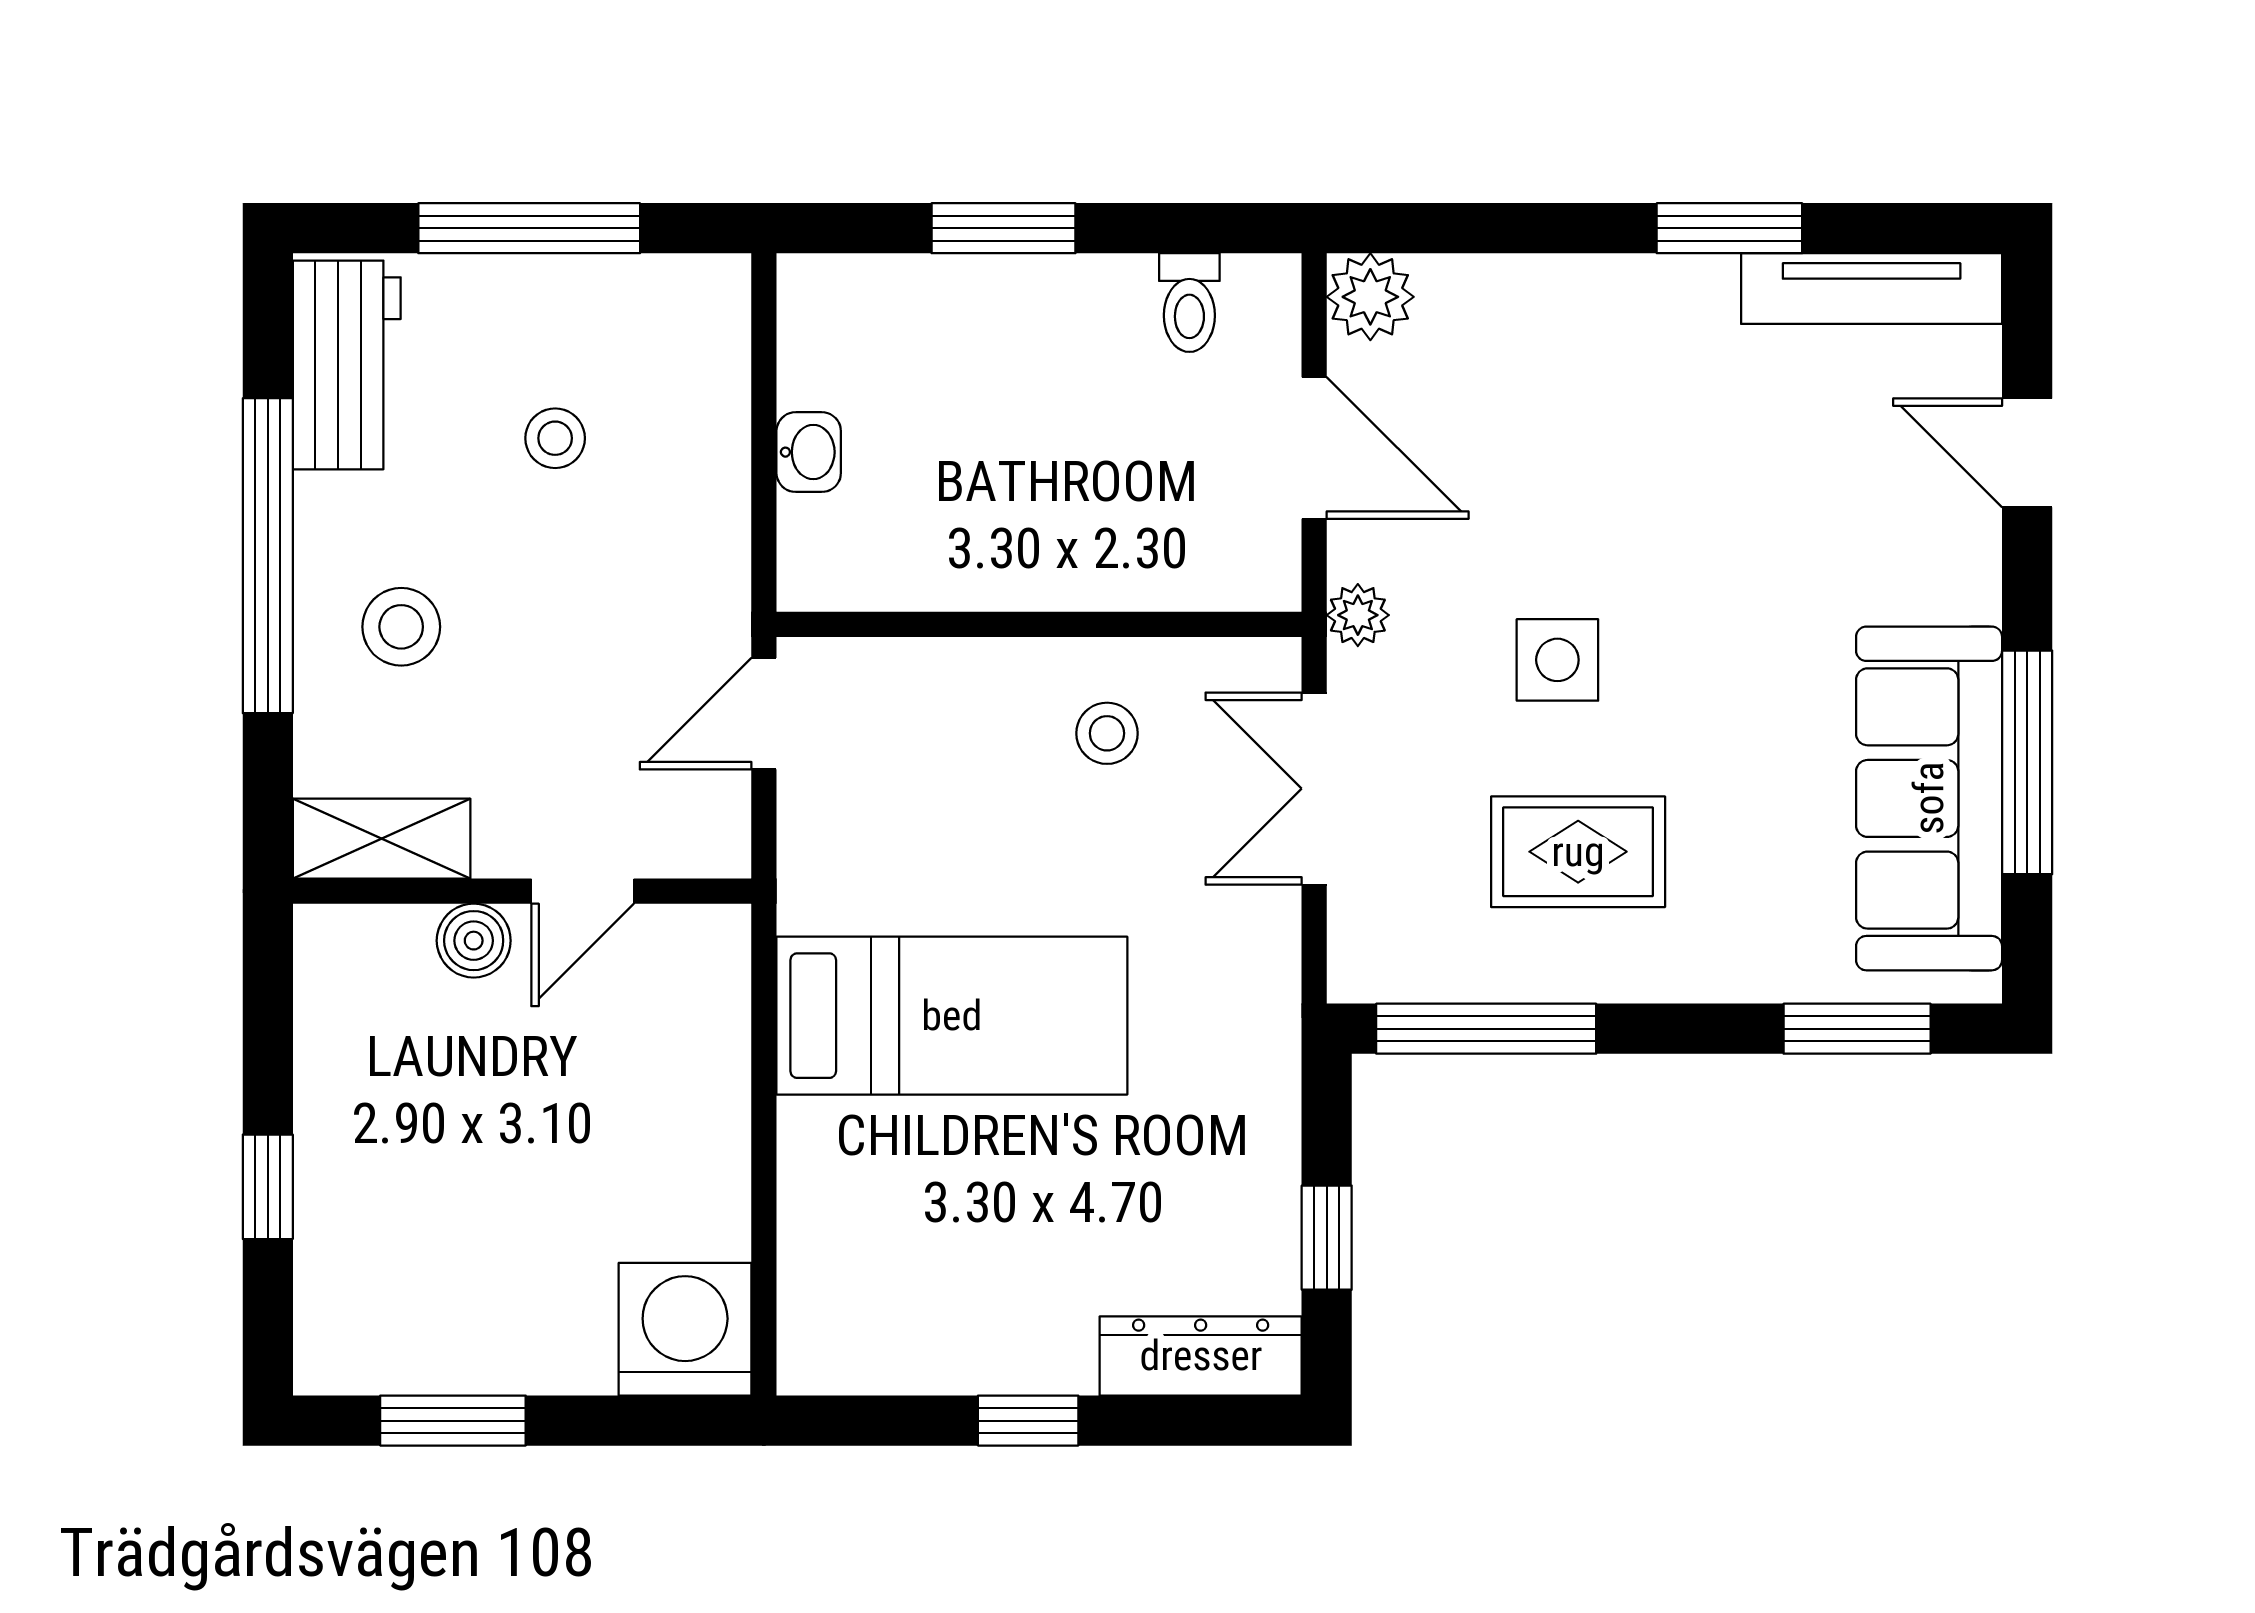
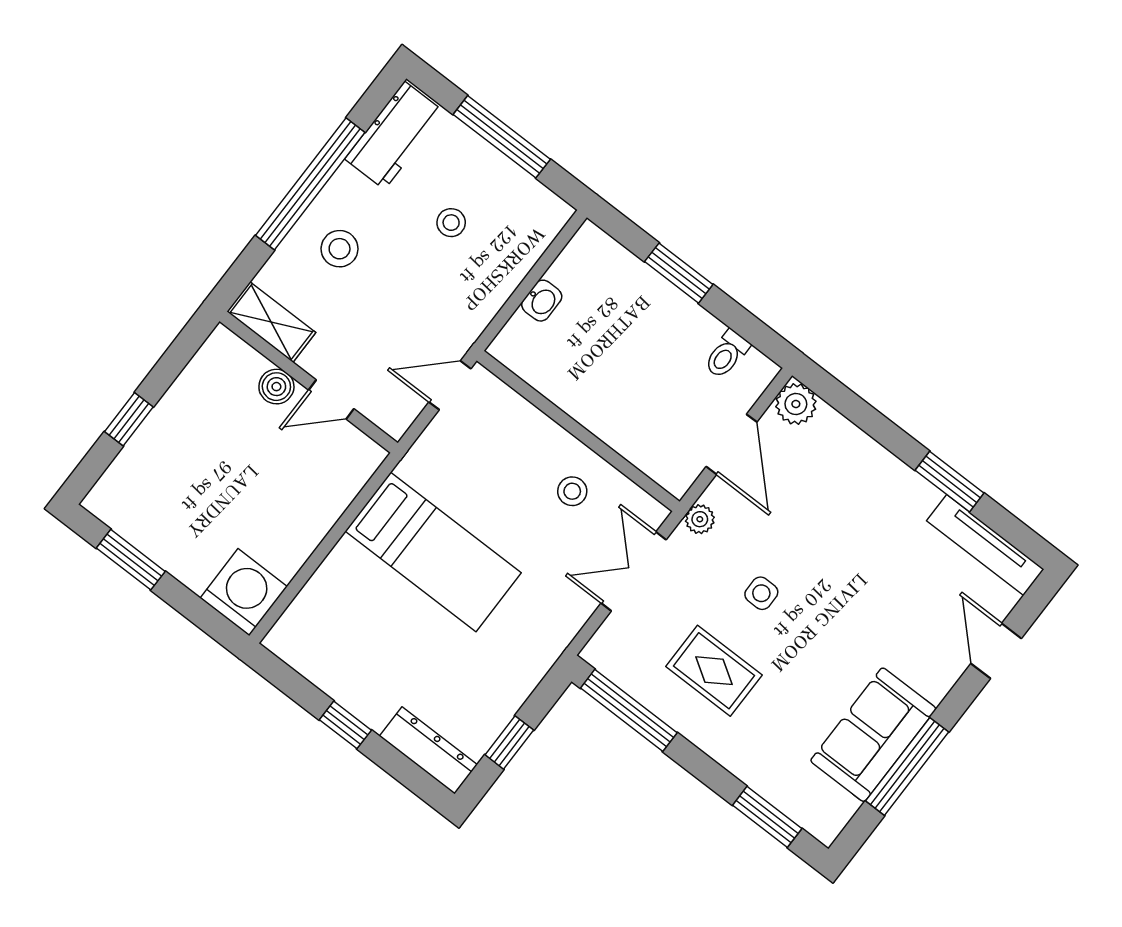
side table: (1557, 660) -> (761, 593), width x0.73, depth x0.73
sofa: (1929, 798) -> (873, 735), width x0.73

